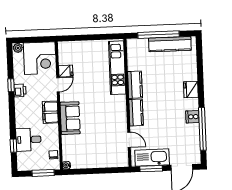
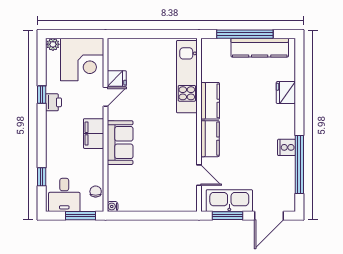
fridge: (191, 89) -> (286, 93), moved
desk: (28, 140) -> (64, 195), moved, turned -90

